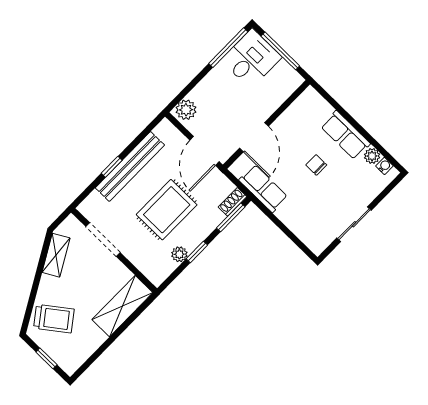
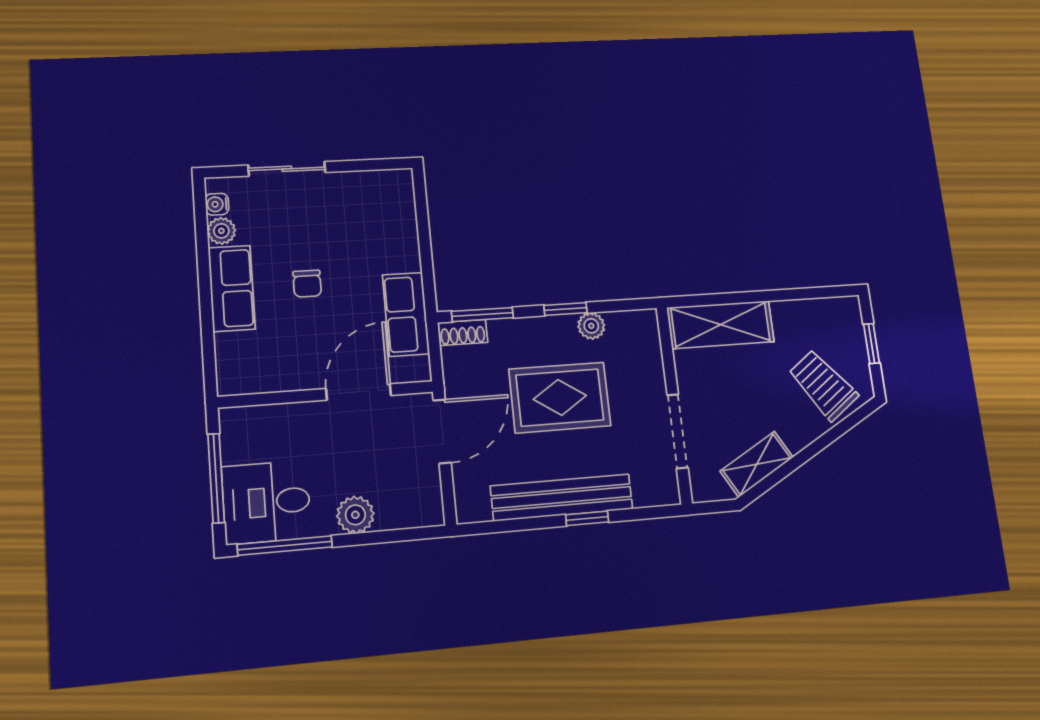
plant: (186, 110) -> (355, 515), moved
sliding door: (354, 224) -> (287, 169), moved

